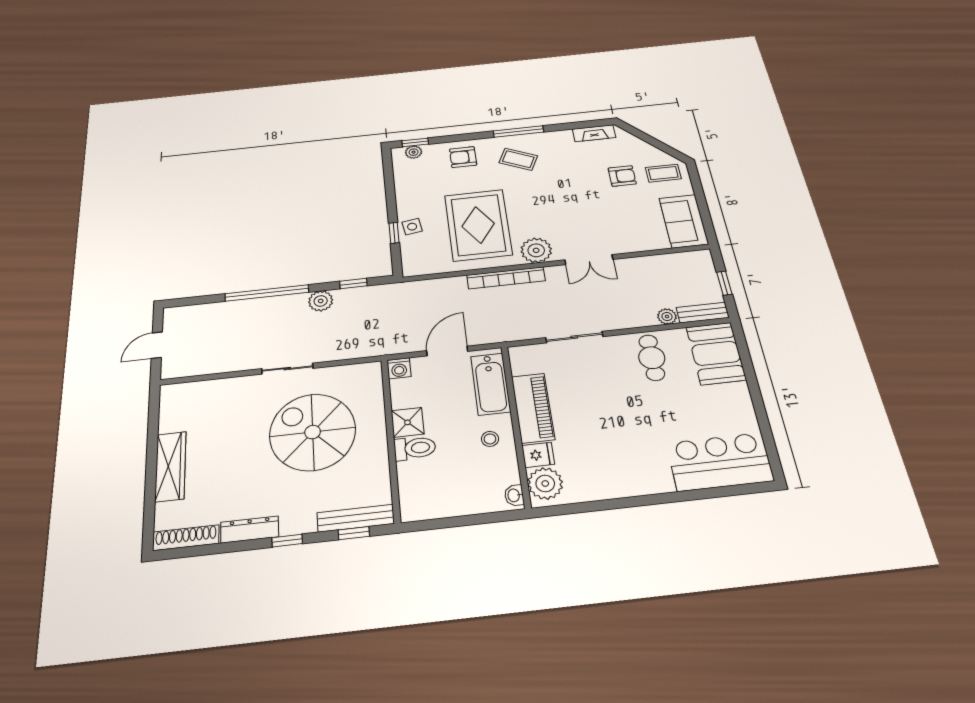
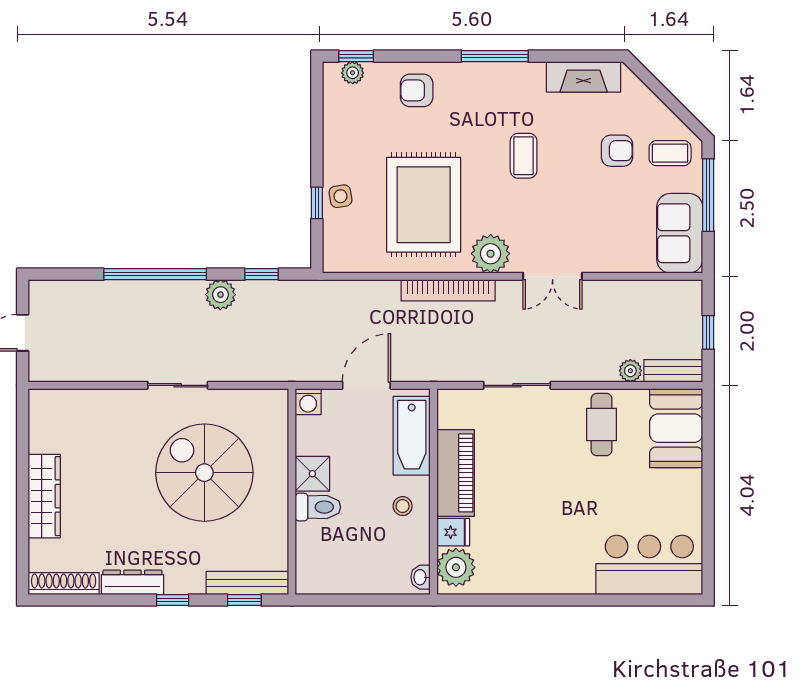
fireplace: (594, 133) -> (584, 77), width x1.37, depth x1.32
coffee table: (518, 159) -> (524, 156), moved, turned 65
window: (700, 195) -> (708, 195), added

